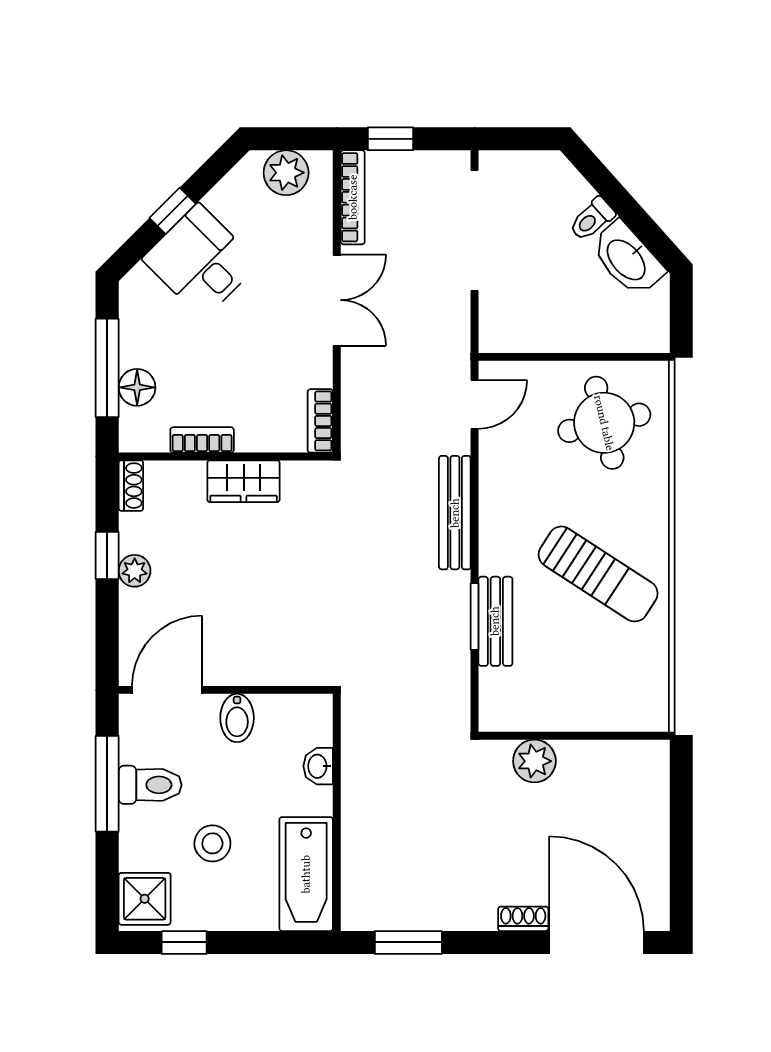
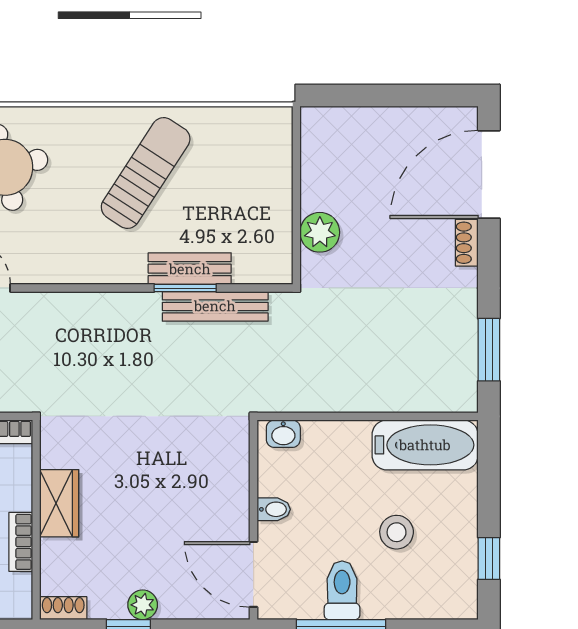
bench: (455, 513) -> (215, 306), moved
bidet: (237, 718) -> (274, 509), width x0.72, depth x0.74
washbasin: (318, 766) -> (283, 434), moved
shower: (145, 899) -> (448, 595), removed

